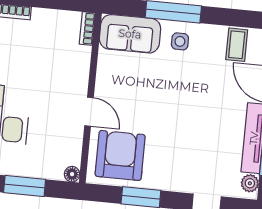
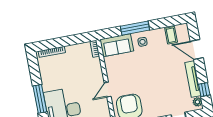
door: (89, 112) -> (108, 90), swing flipped

